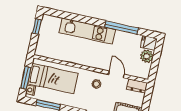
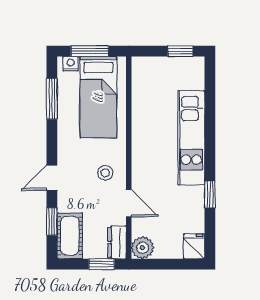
window: (122, 28) -> (210, 194), width x0.46
plant: (147, 56) -> (143, 248), moved
door: (116, 74) -> (129, 203), hinge flipped
window: (148, 97) -> (102, 264), added

